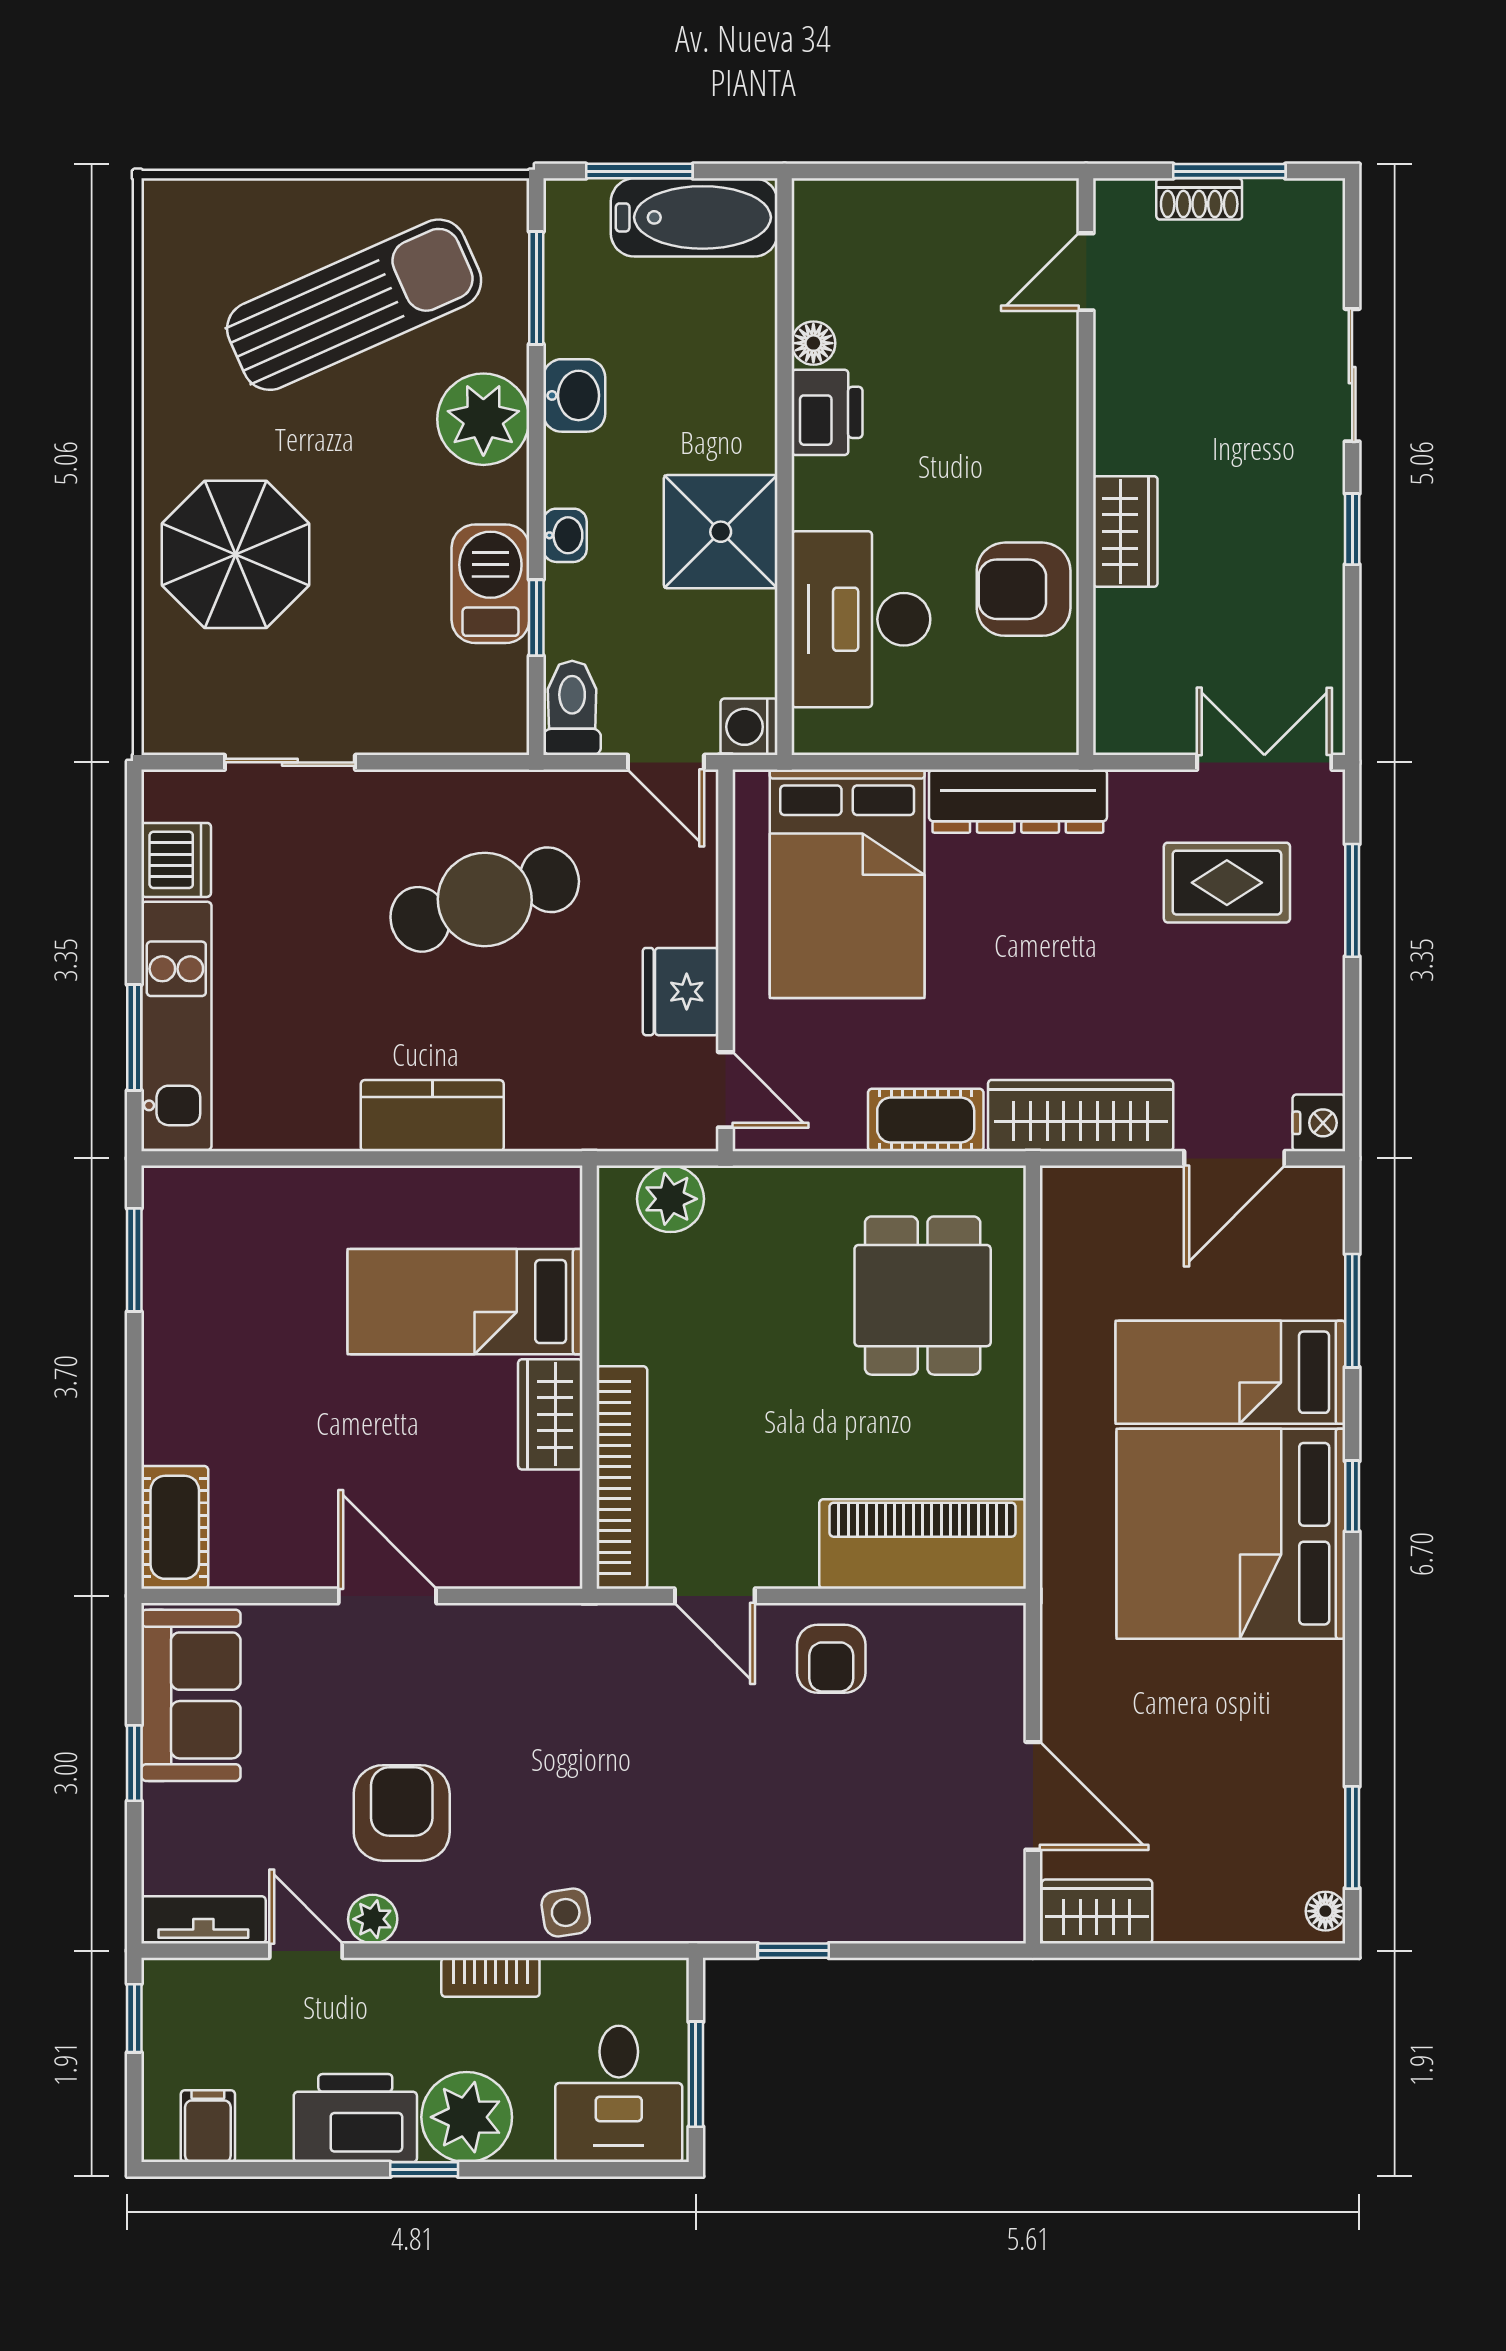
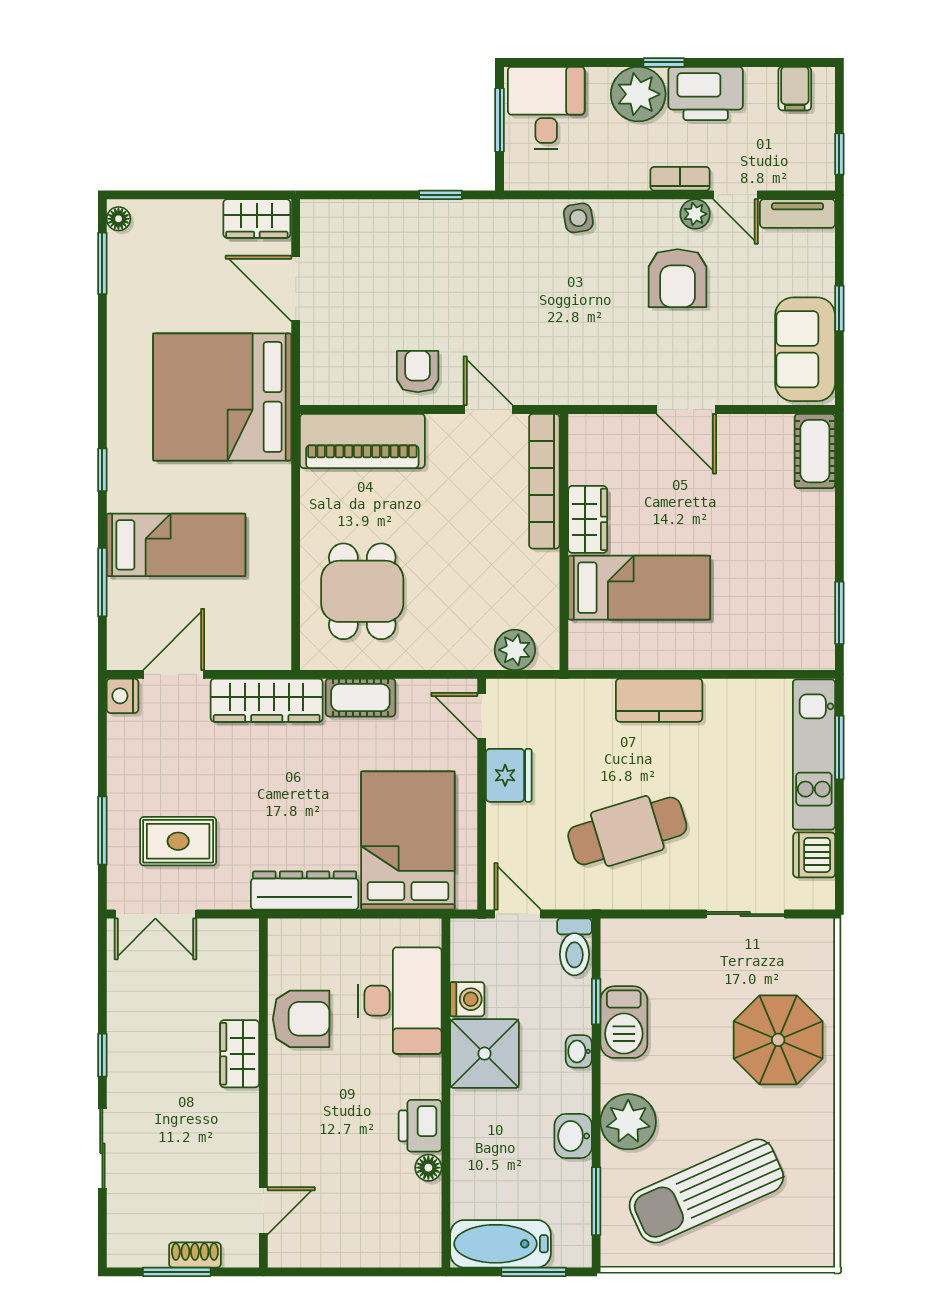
washing machine: (749, 727) -> (467, 999), moved
bed: (1231, 1534) -> (222, 397), moved, turned 180
bookcase: (490, 1977) -> (680, 179), moved

